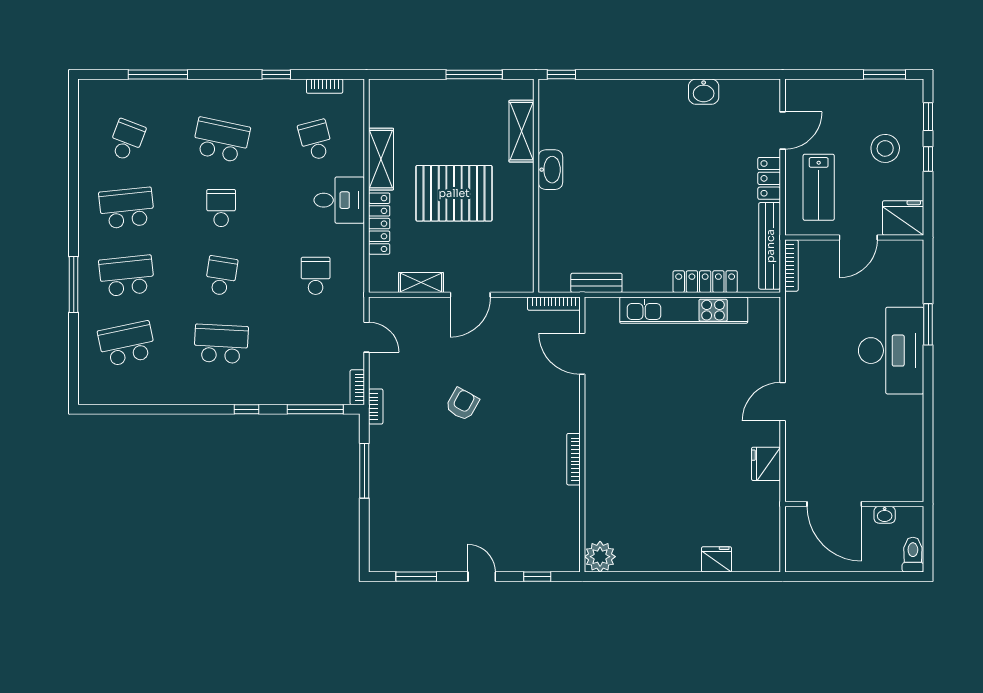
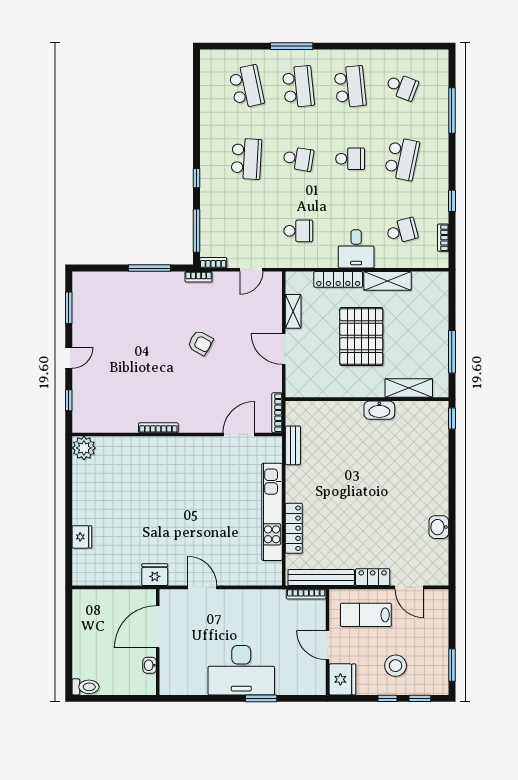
door: (834, 504) -> (158, 627), moved
wall: (854, 504) -> (158, 642), moved
washbasin: (885, 515) -> (150, 665), moved

